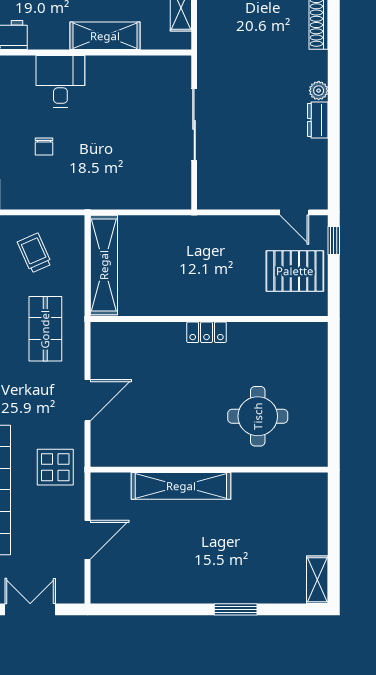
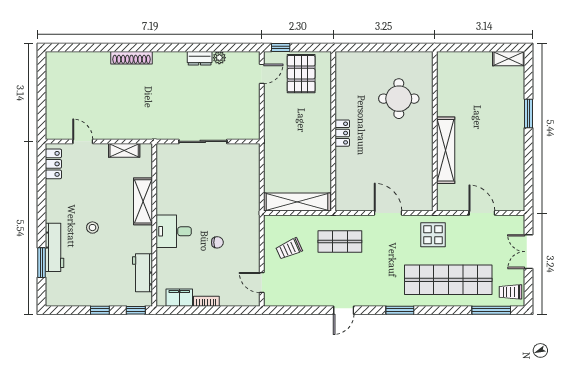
plant: (319, 91) -> (219, 58), moved

